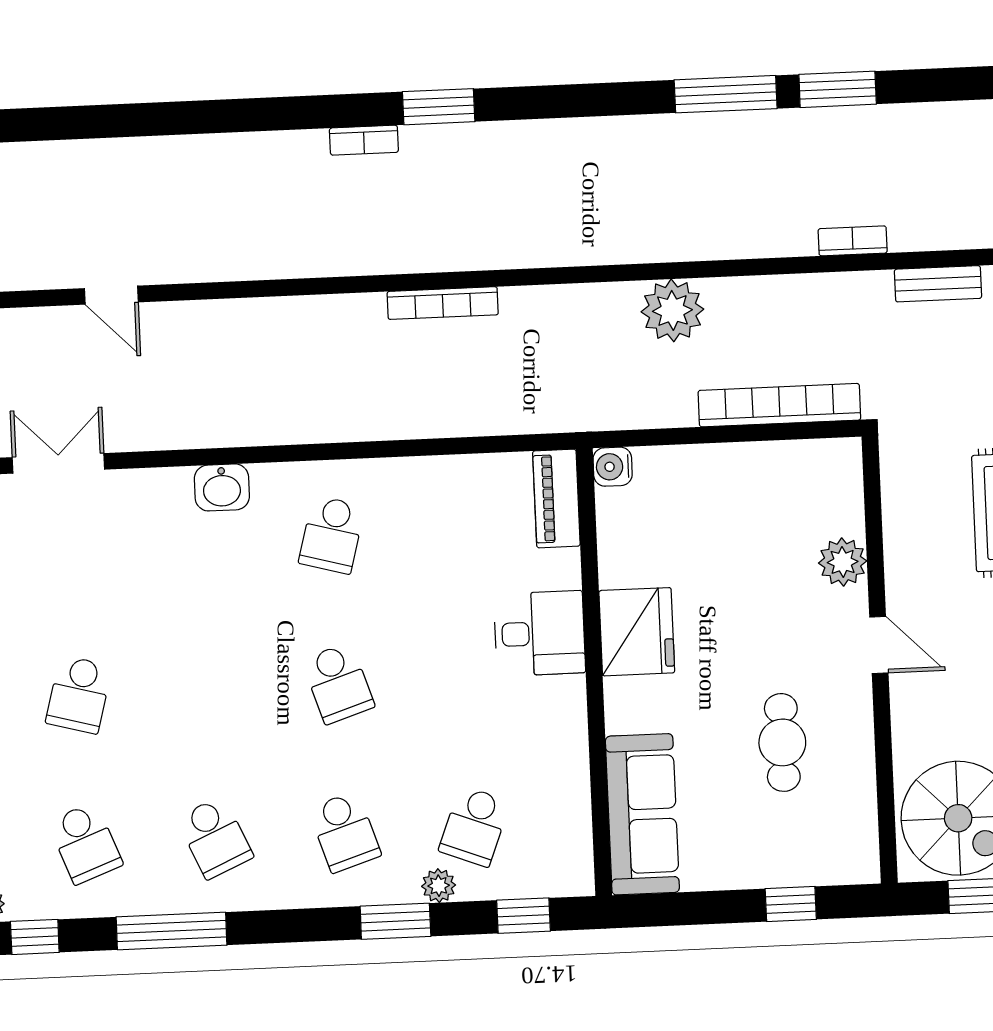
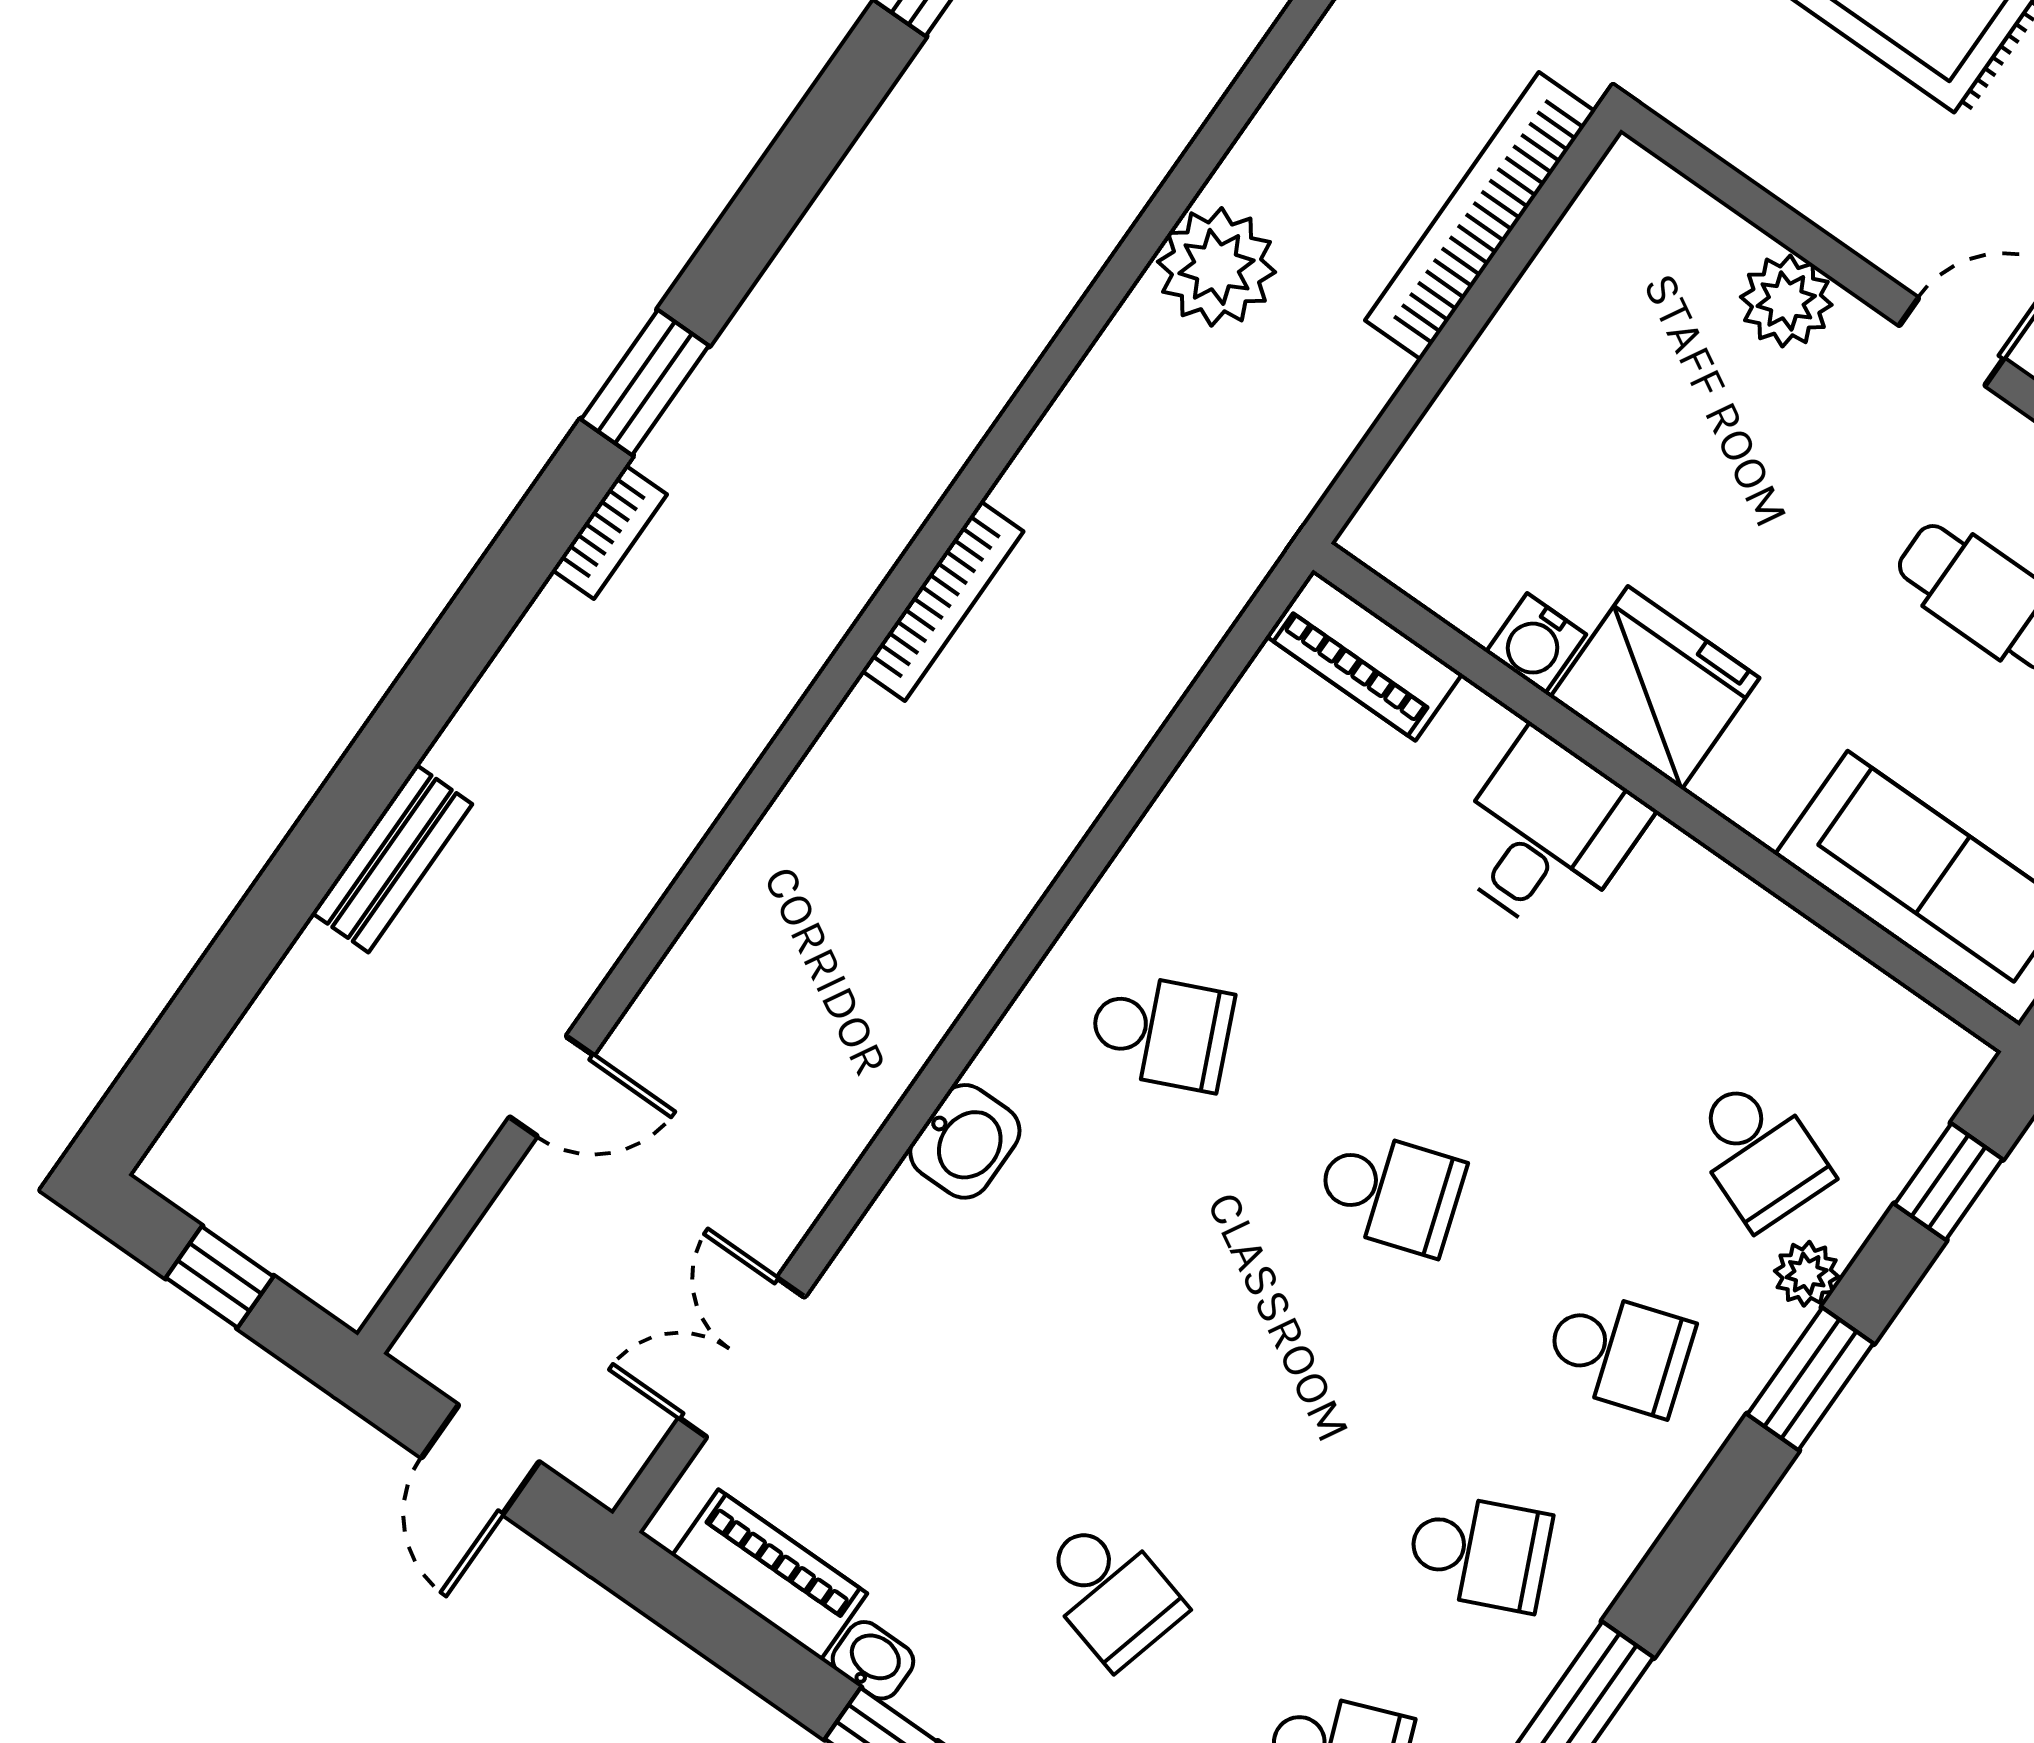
bench: (156, 154) -> (392, 858), added
water cooler: (613, 467) -> (1536, 643), moved
school desk: (332, 535) -> (1161, 1032), turned -39

